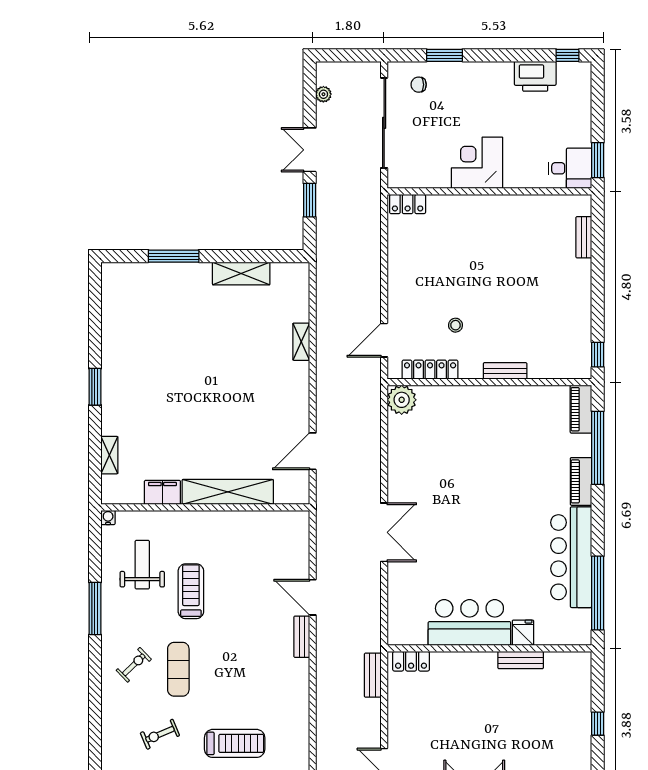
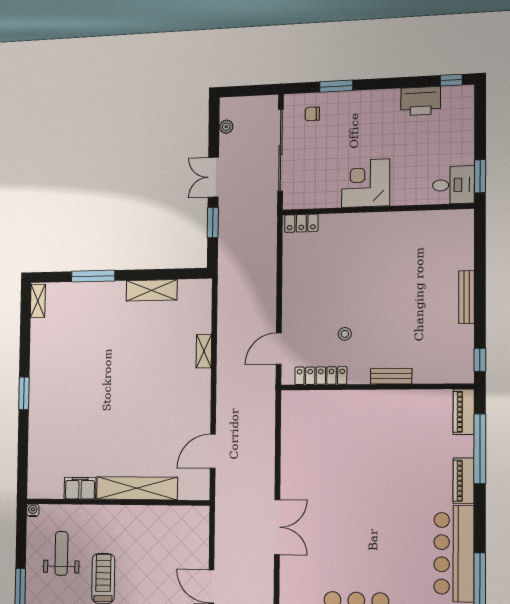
bench: (584, 237) -> (467, 297), moved, width x1.36
plant: (402, 400) -> (294, 404), removed
shelving: (109, 455) -> (38, 301), moved

